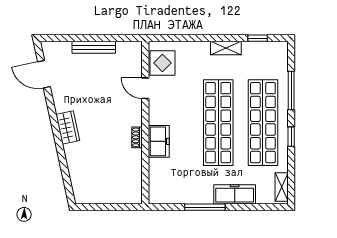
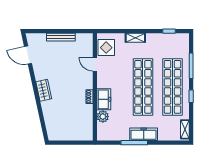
shelving: (226, 48) -> (135, 38), moved
plant: (157, 168) -> (103, 117), added
freezer: (235, 194) -> (144, 134), moved

